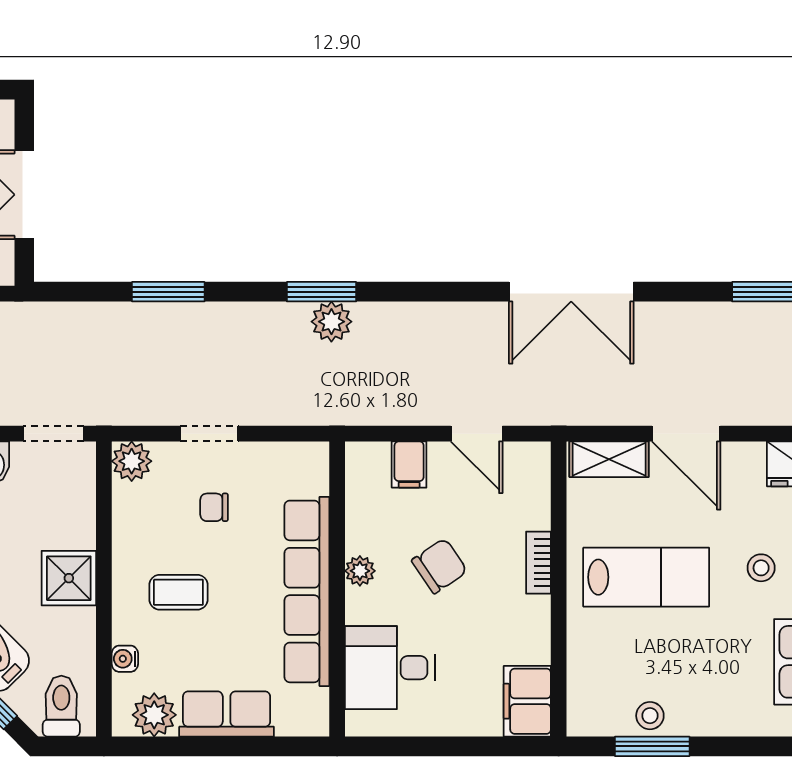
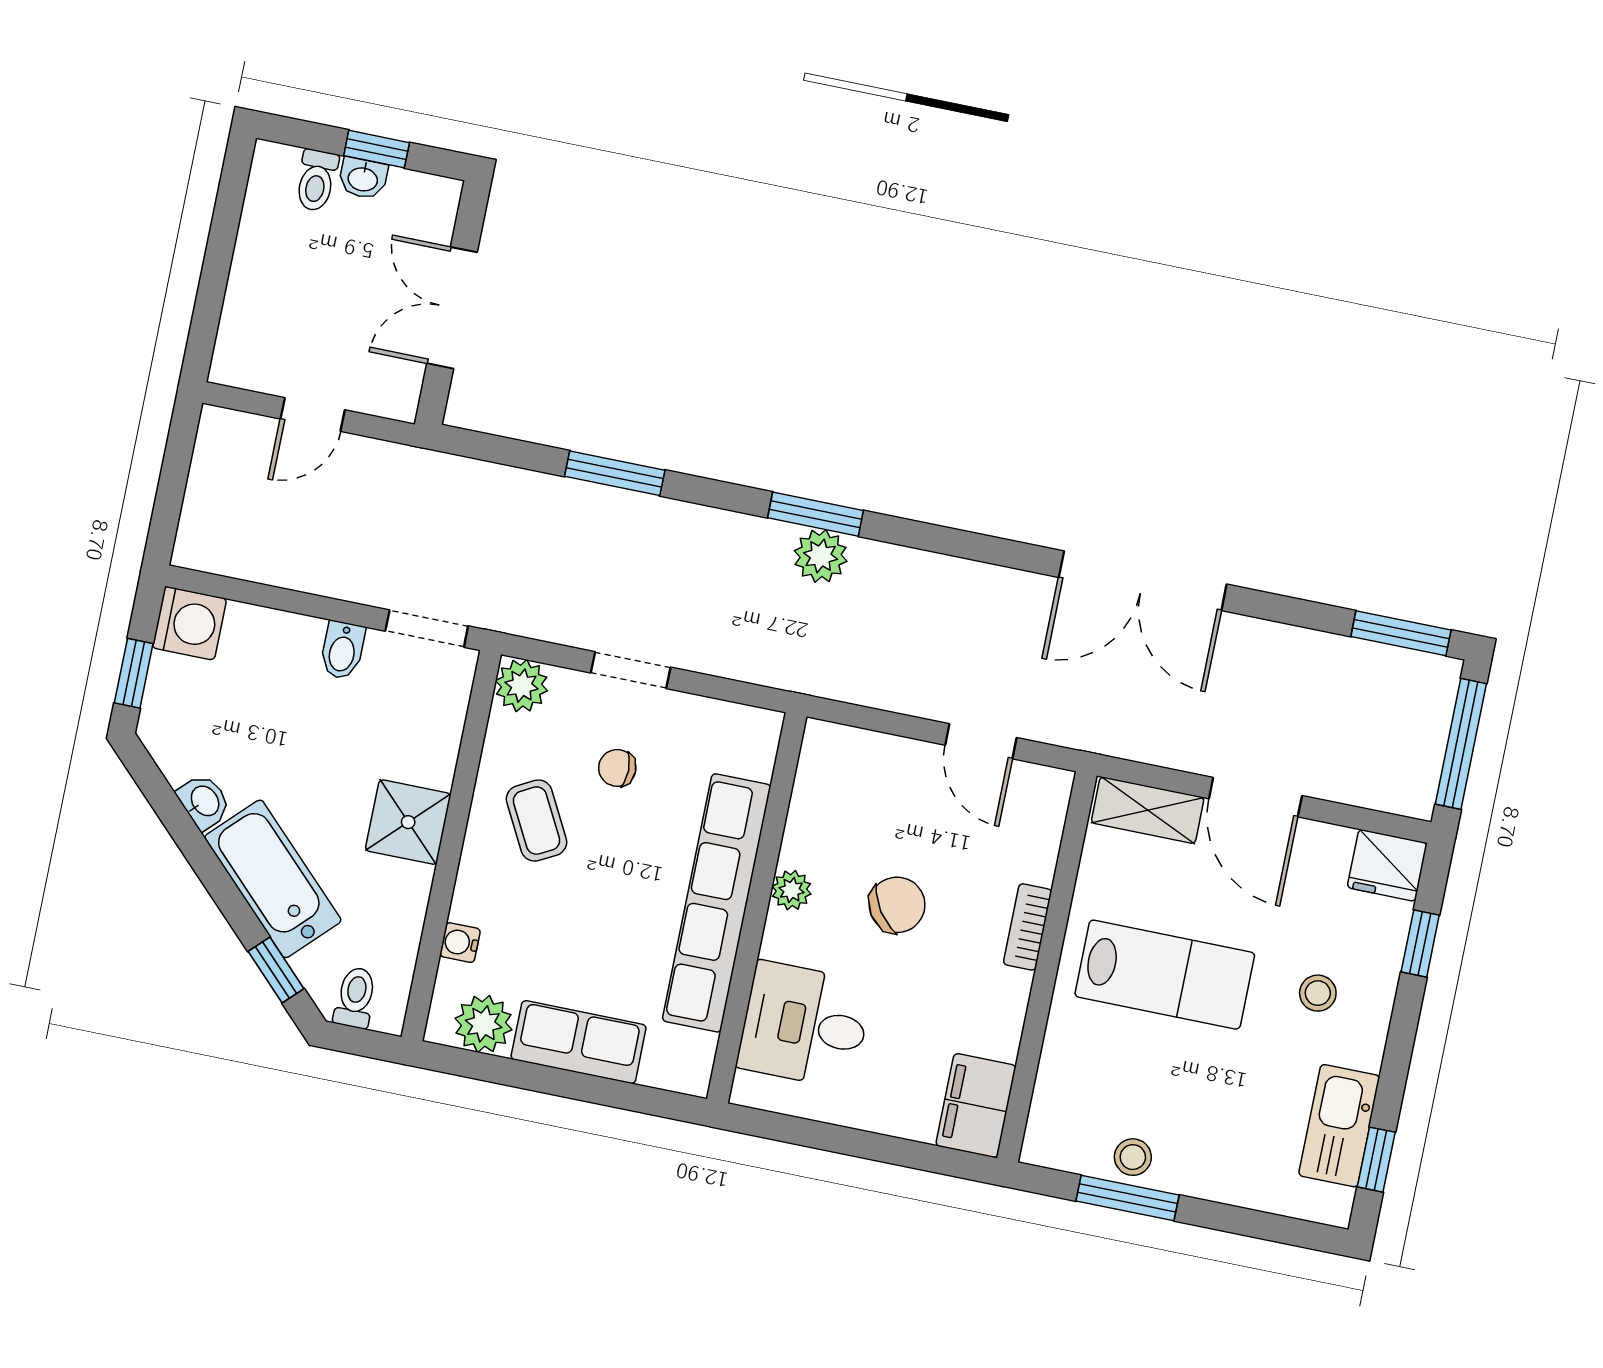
filing cabinet: (409, 464) -> (884, 764), removed
coffee table: (178, 592) -> (537, 821), moved, turned 62
toilet: (61, 706) -> (355, 998), width x0.73, depth x0.72

